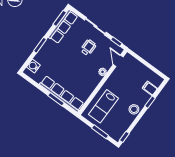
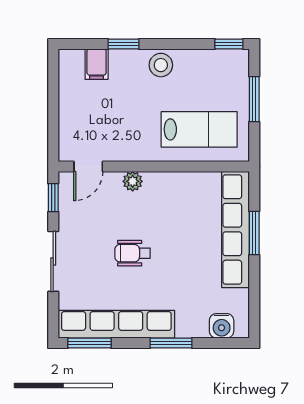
row of seats: (63, 27) -> (116, 324), width x1.36
wheelchair: (88, 48) -> (132, 253), moved

